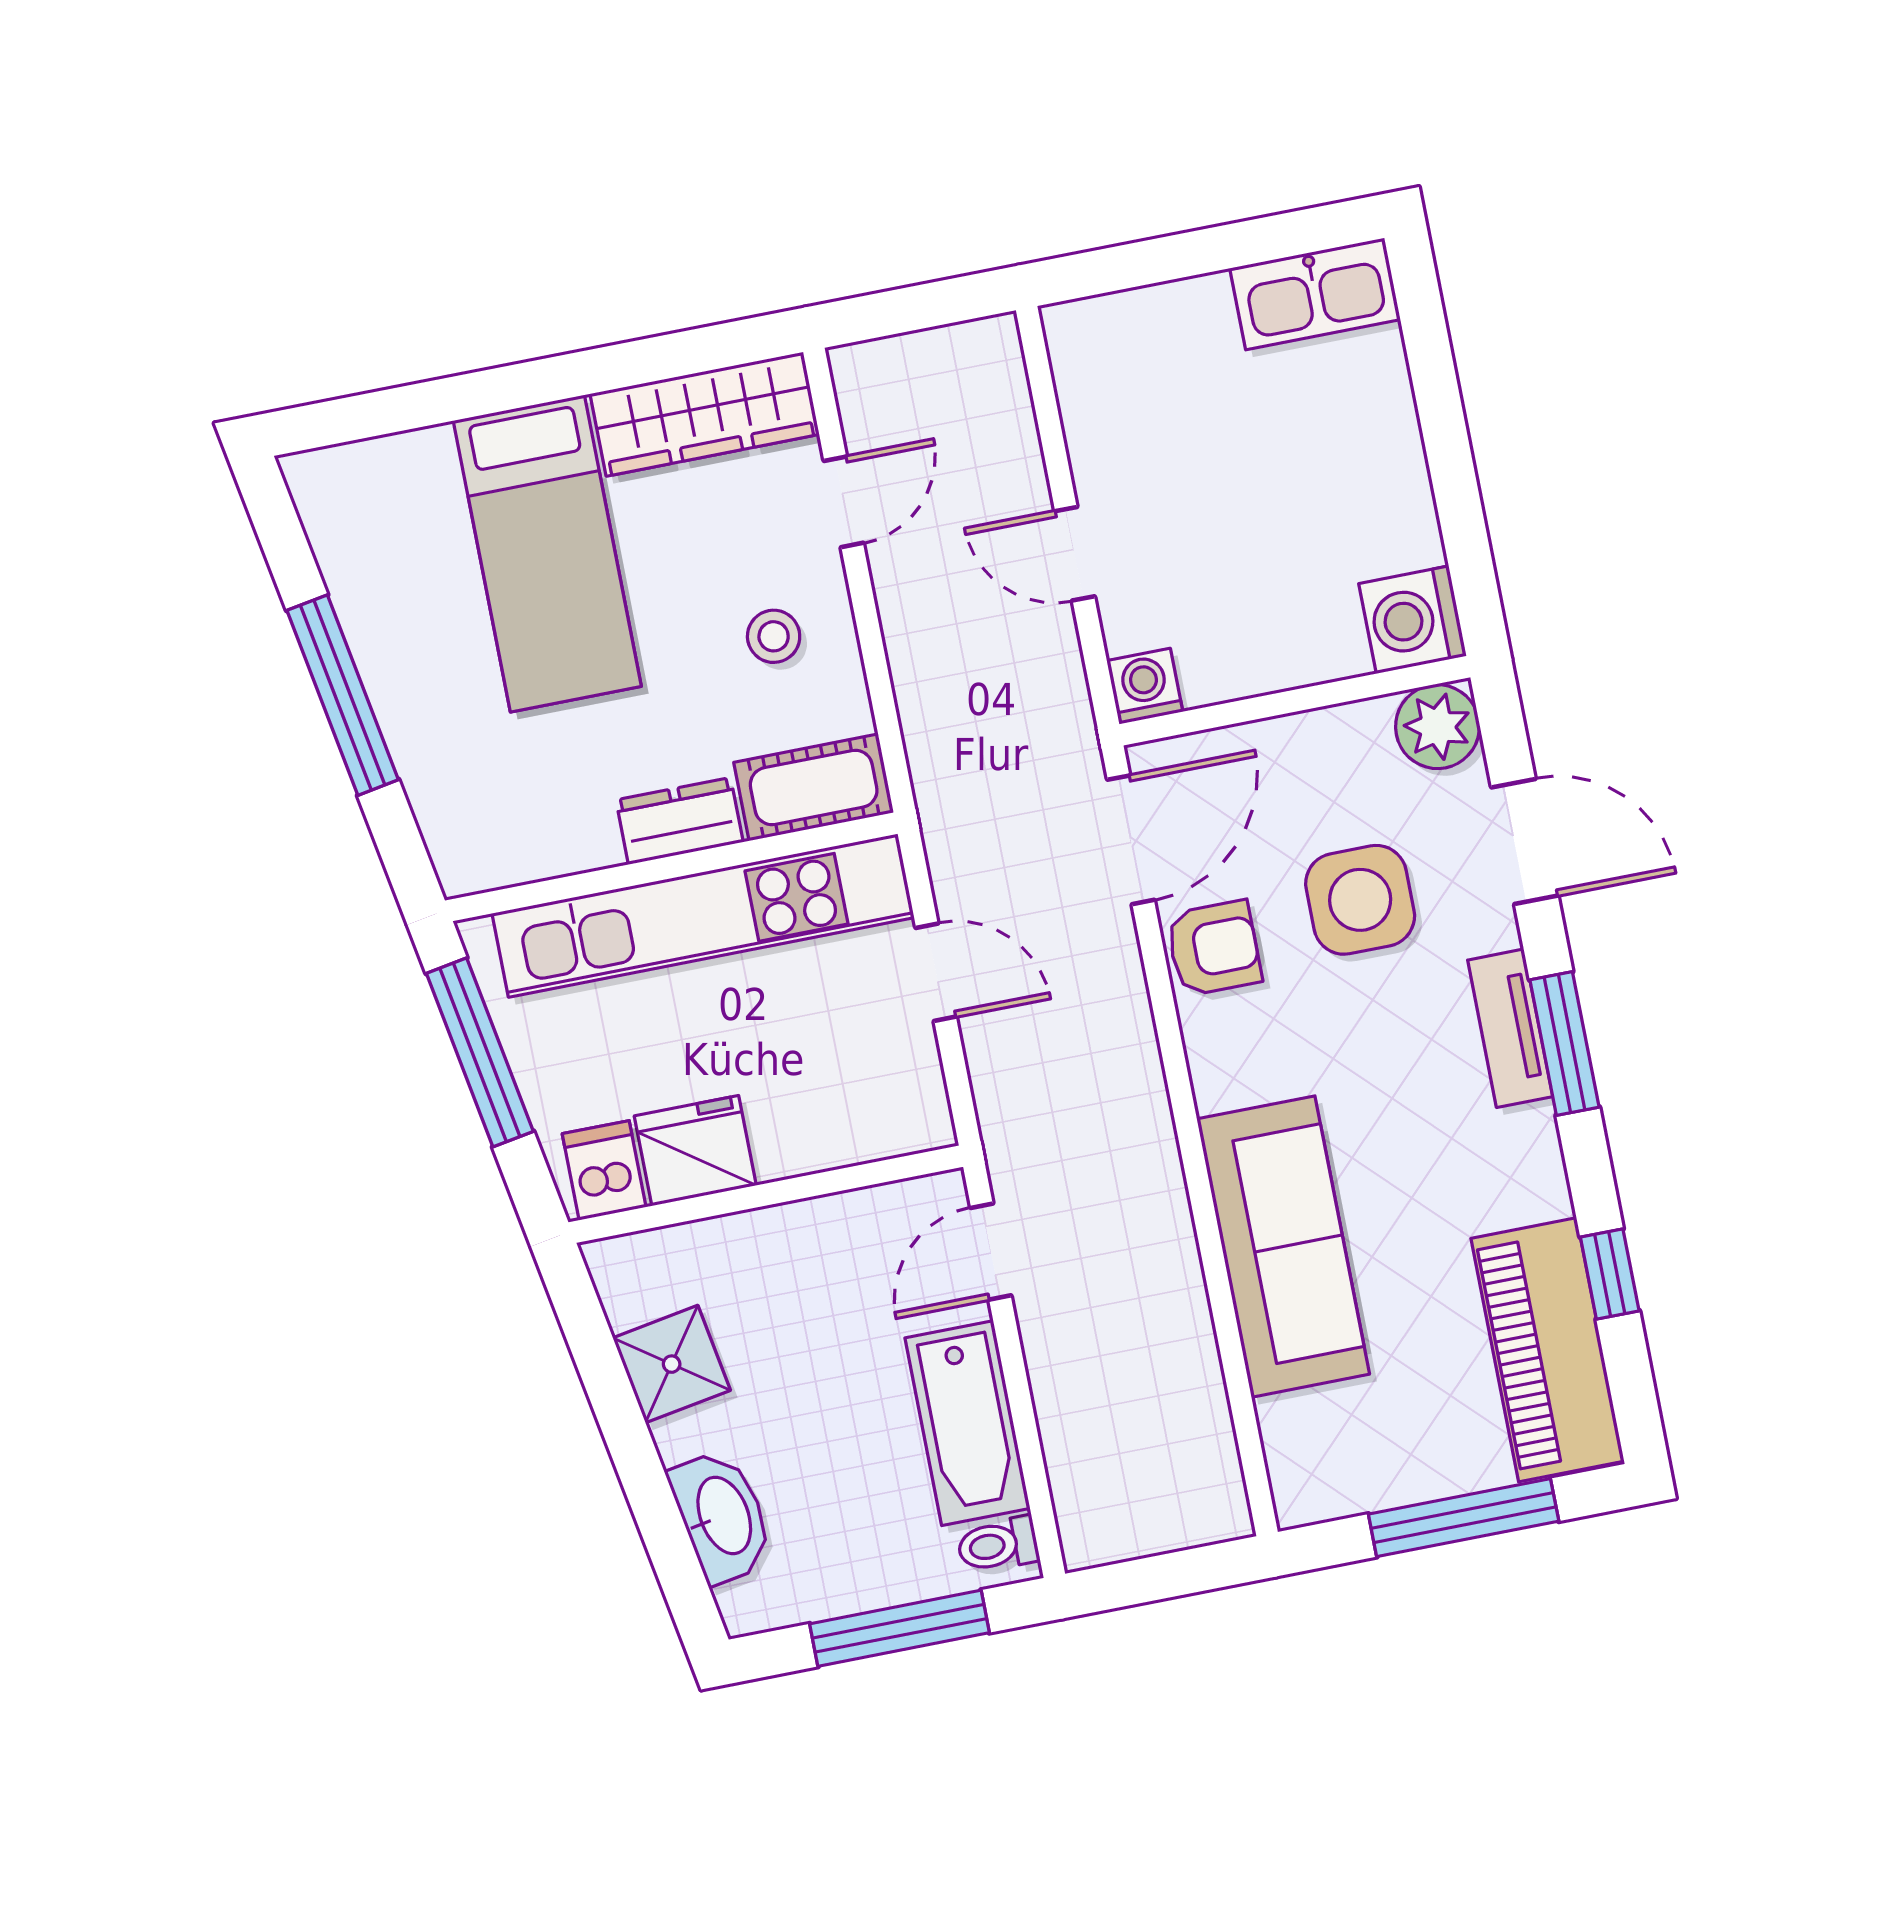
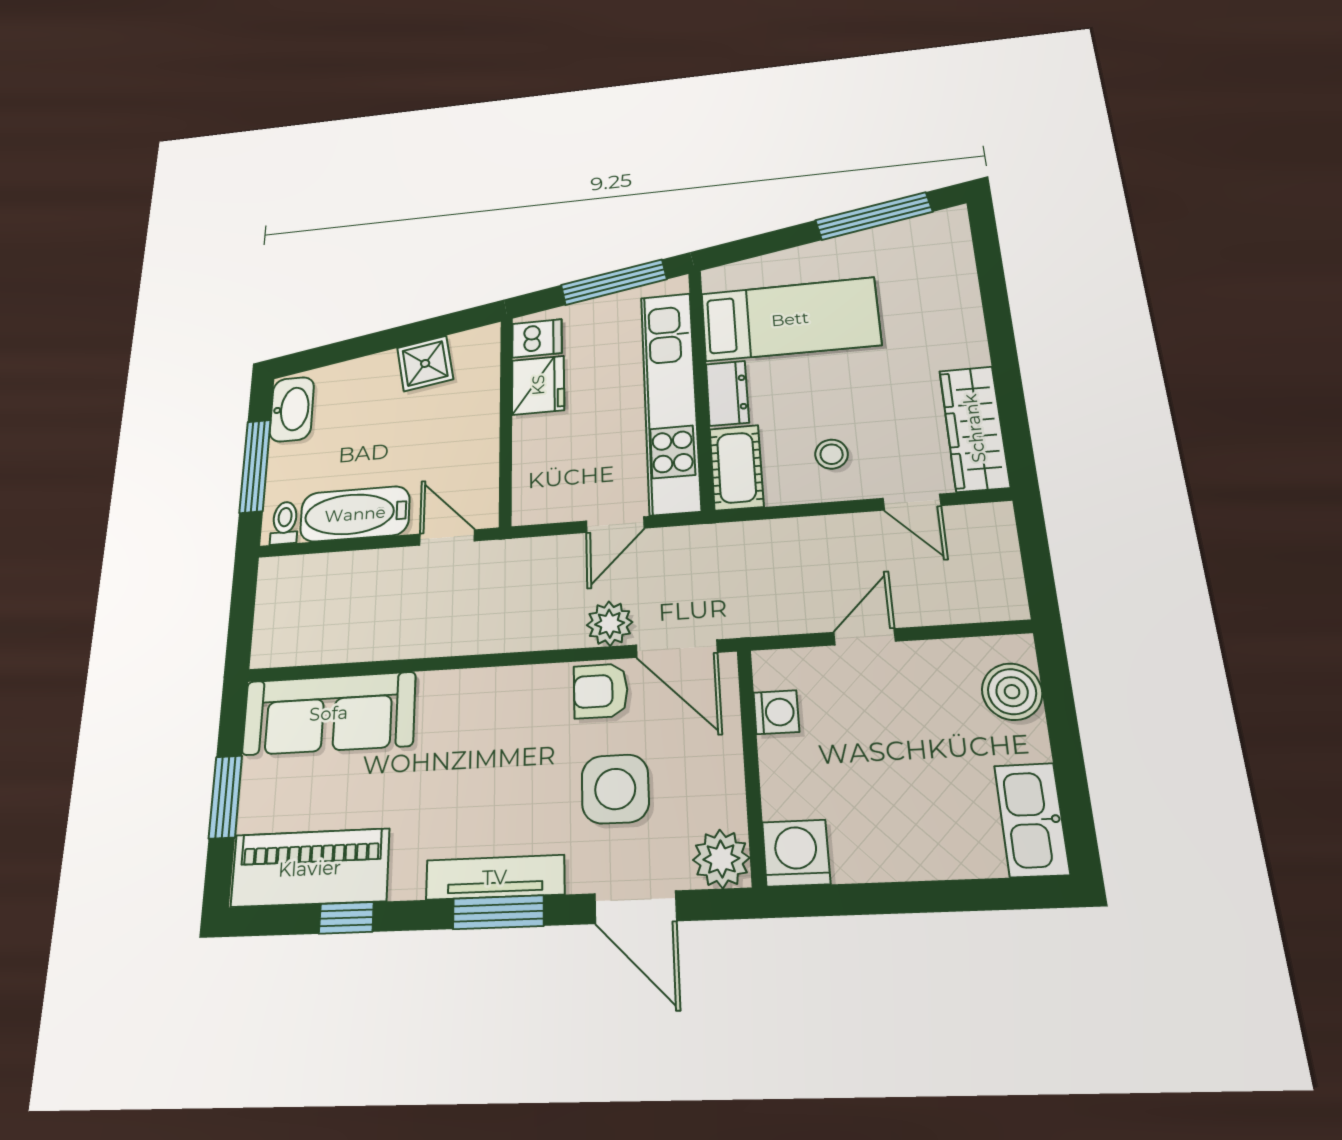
boiler: (1131, 331) -> (1012, 692), added
bed: (547, 553) -> (790, 319), moved, turned 180
washing machine: (1145, 686) -> (776, 712), moved
window: (343, 695) -> (874, 216), moved
door: (1525, 841) -> (635, 907), hinge flipped
armchair: (1214, 948) -> (601, 691), turned 90
plant: (1104, 953) -> (610, 624), added
tv unit: (1510, 1028) -> (495, 877), width x1.41
sofa: (1283, 1247) -> (329, 713), moved
washbasin: (722, 1516) -> (292, 409), moved, turned -80
window: (1464, 1518) -> (225, 797), width x0.69

